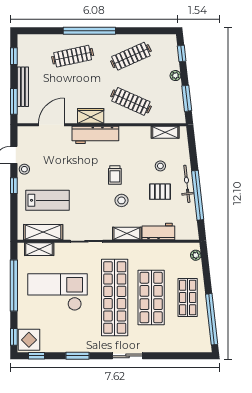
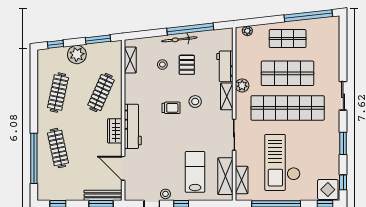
window: (89, 31) -> (34, 158), moved
clothes rail: (131, 56) -> (58, 93), turned 36
plant: (175, 76) -> (77, 55), width x1.88, depth x1.88
bench: (23, 87) -> (103, 195), moved
plant: (138, 250) -> (242, 85), added

